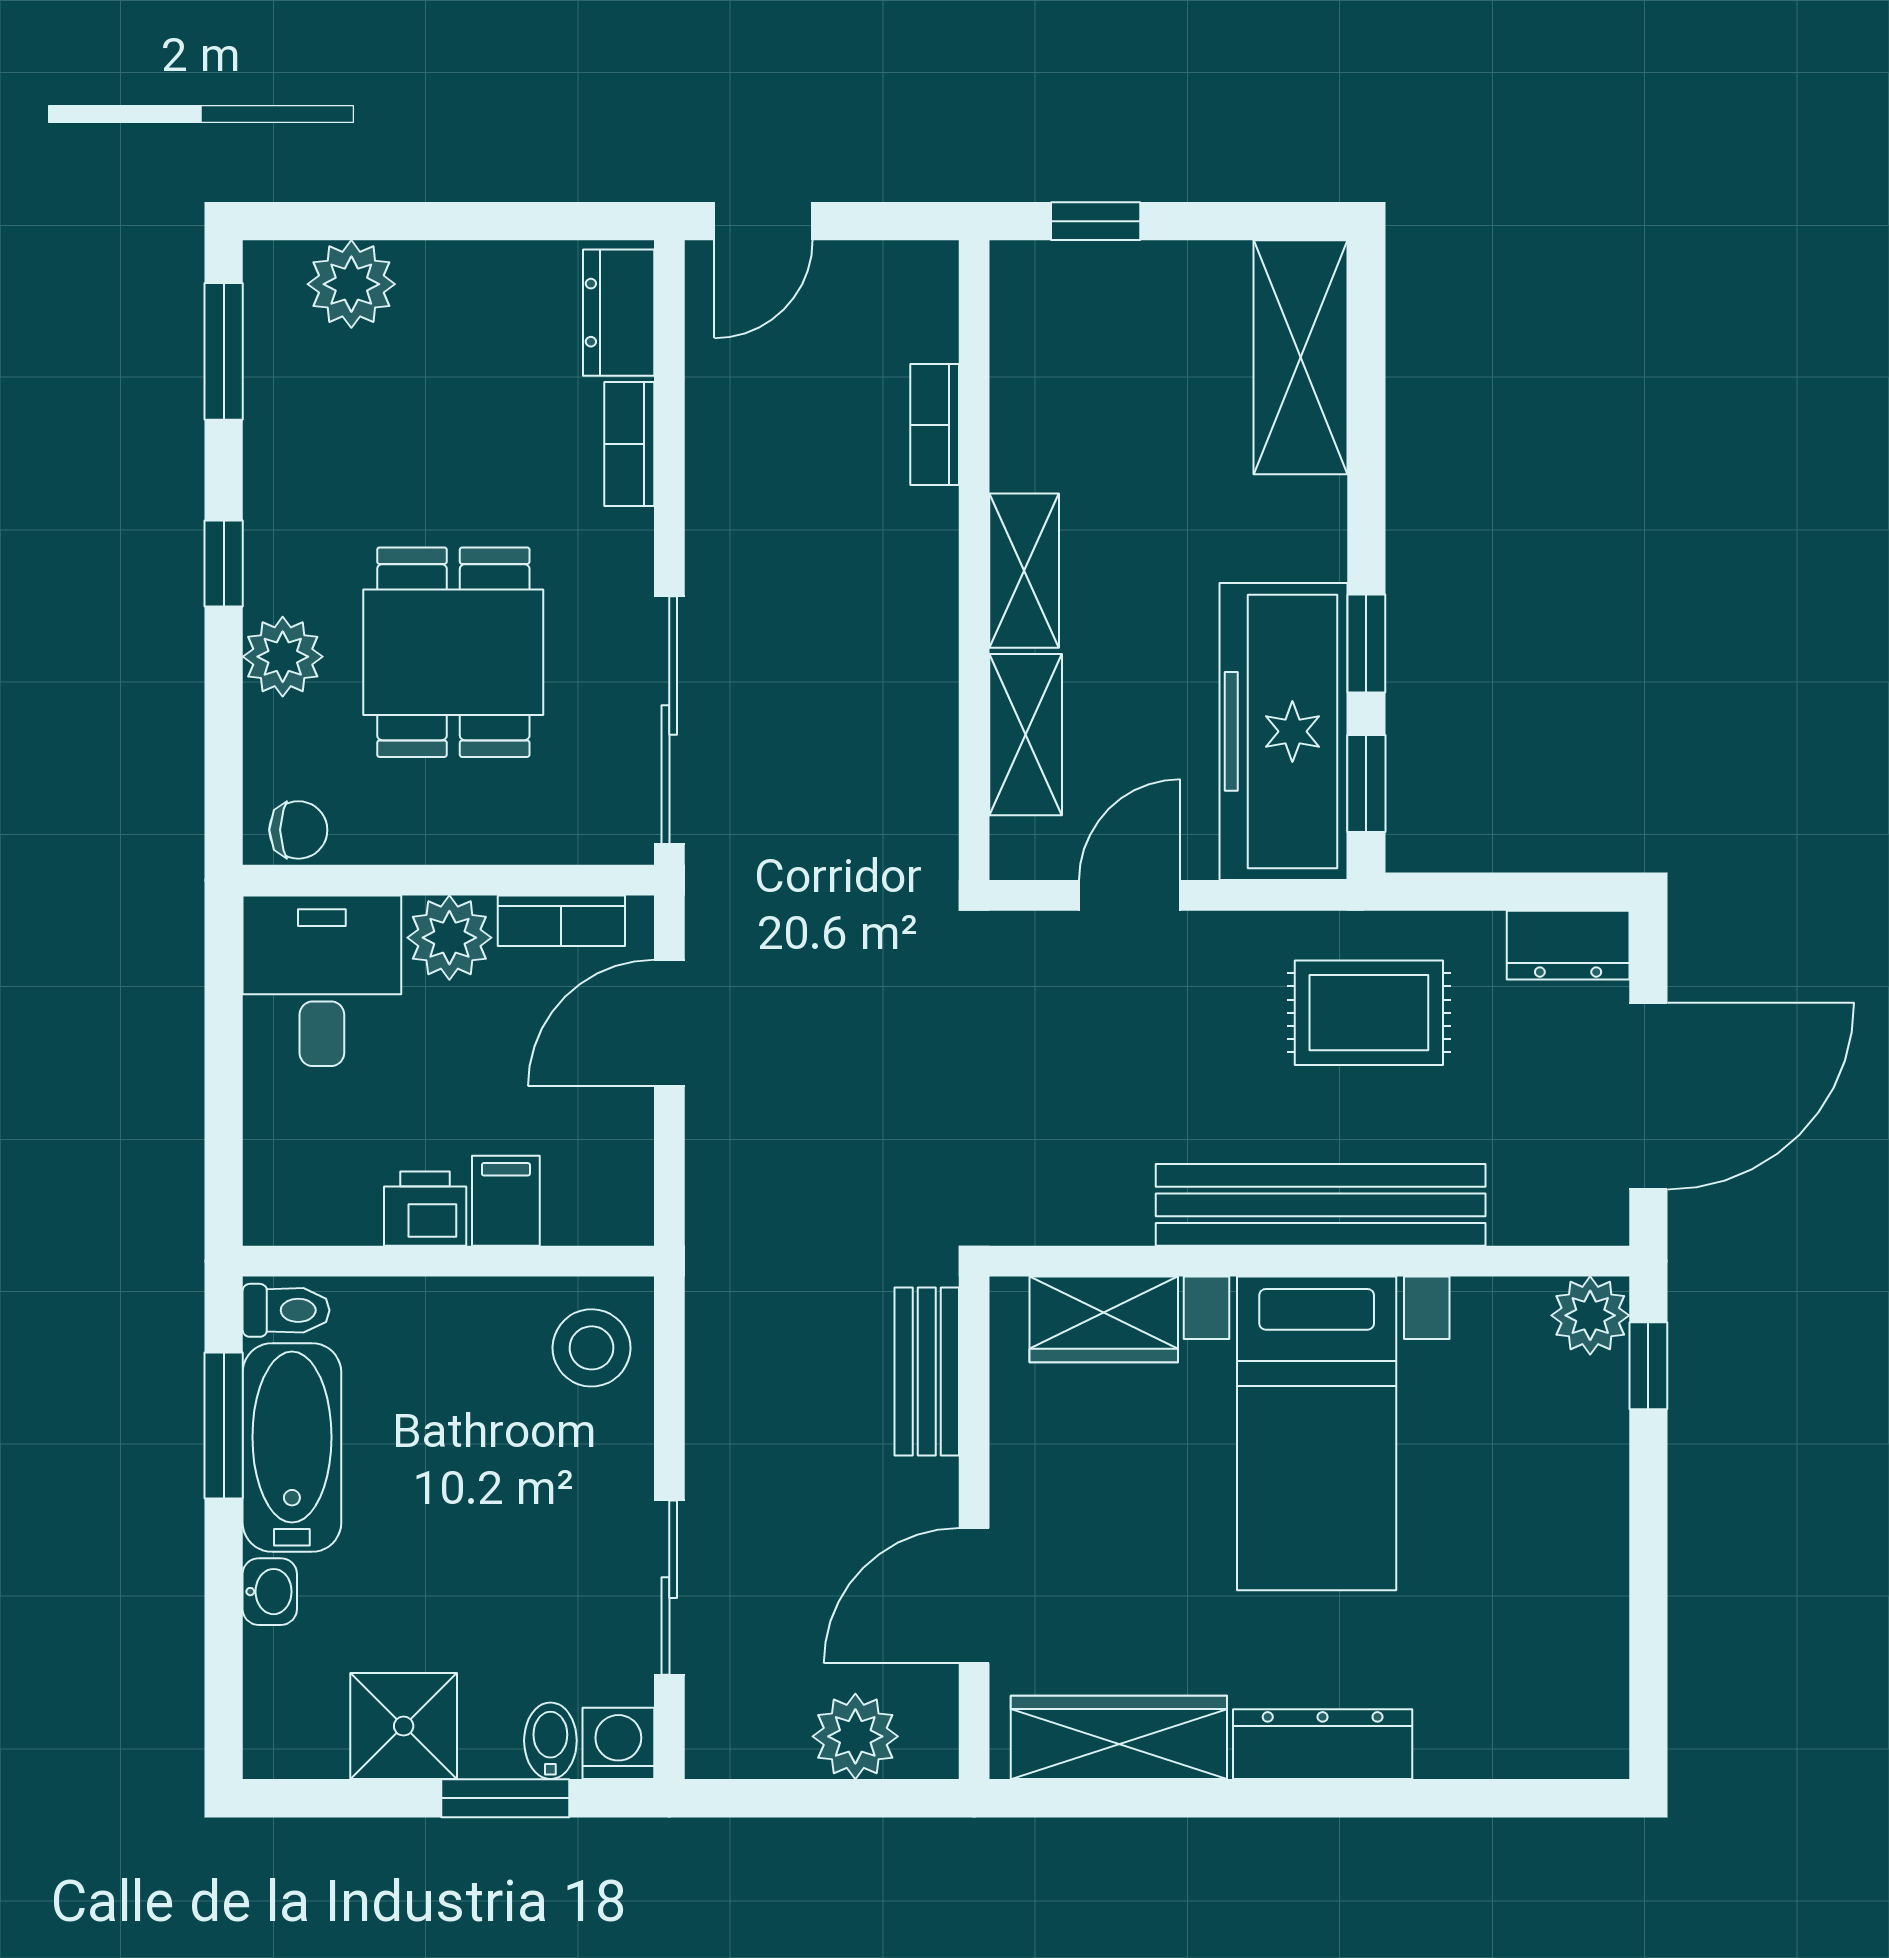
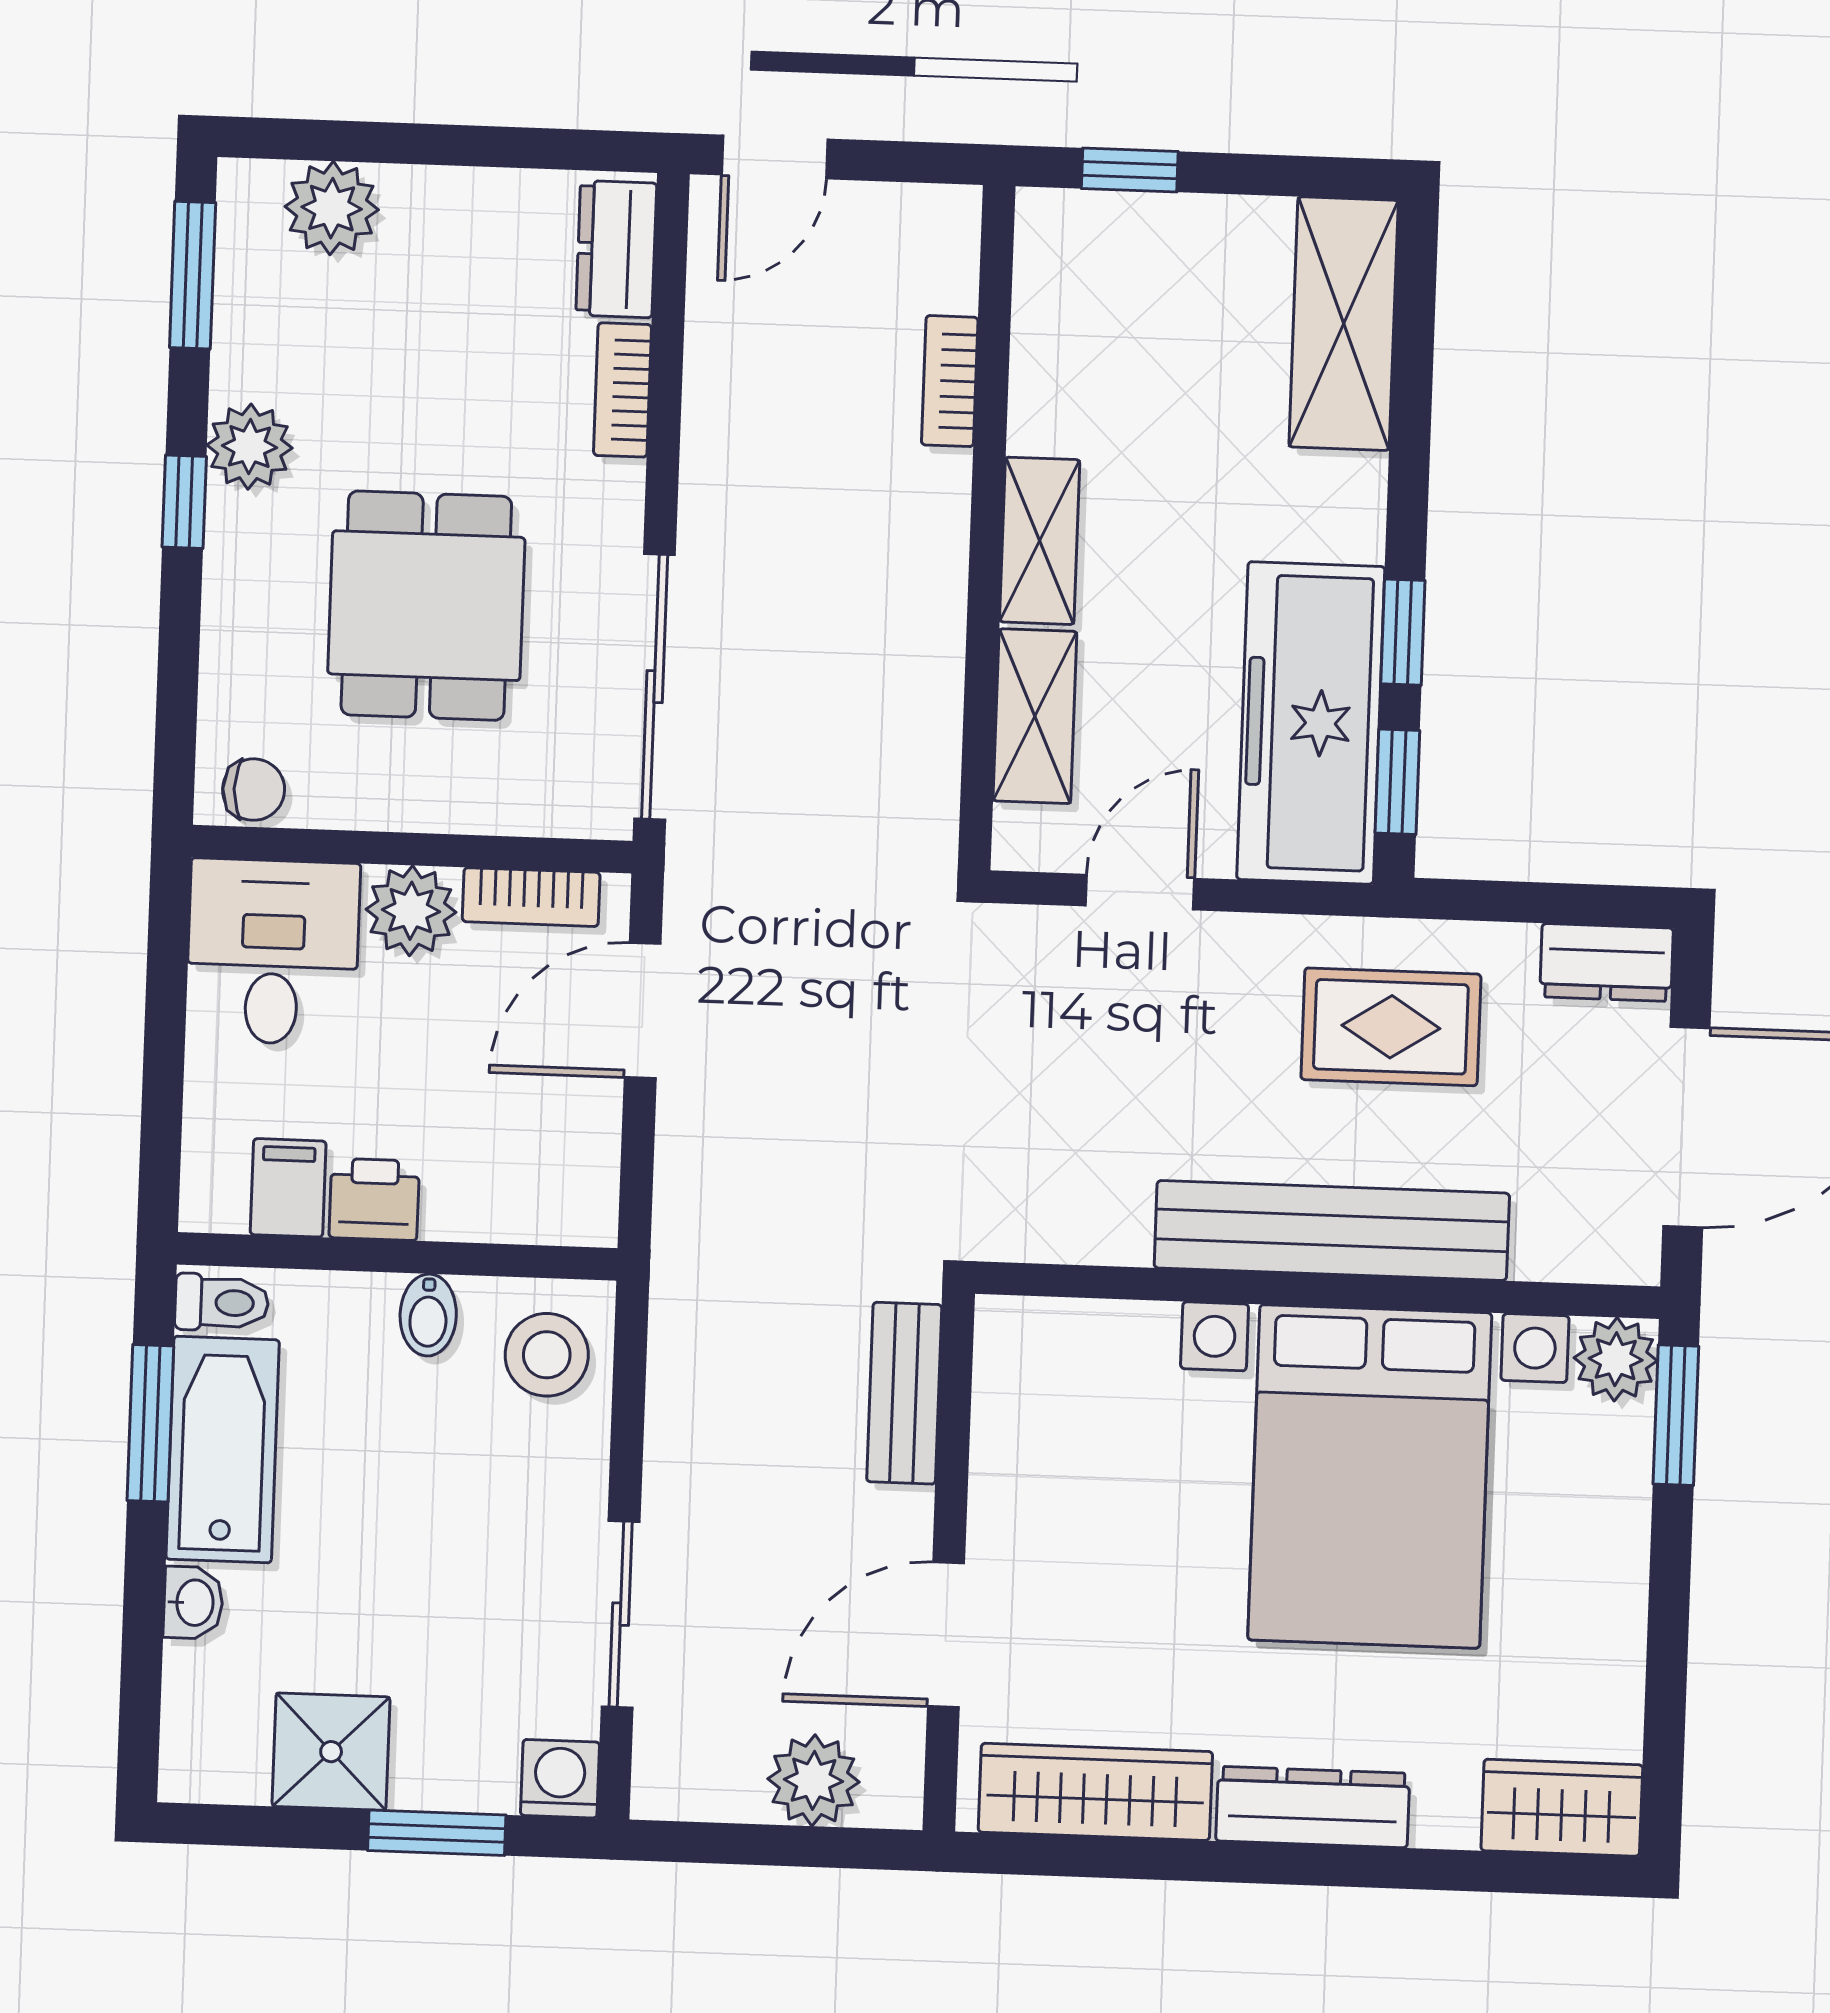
plant: (283, 657) -> (250, 447), moved
filing cabinet: (506, 1201) -> (288, 1188), moved
wardrobe: (1104, 1319) -> (1562, 1808), moved, turned 180
window: (1648, 1366) -> (1676, 1415), width x1.50
bed with nightstands: (1317, 1433) -> (1370, 1476), width x1.36
bidet: (550, 1741) -> (428, 1315), moved, turned 180

